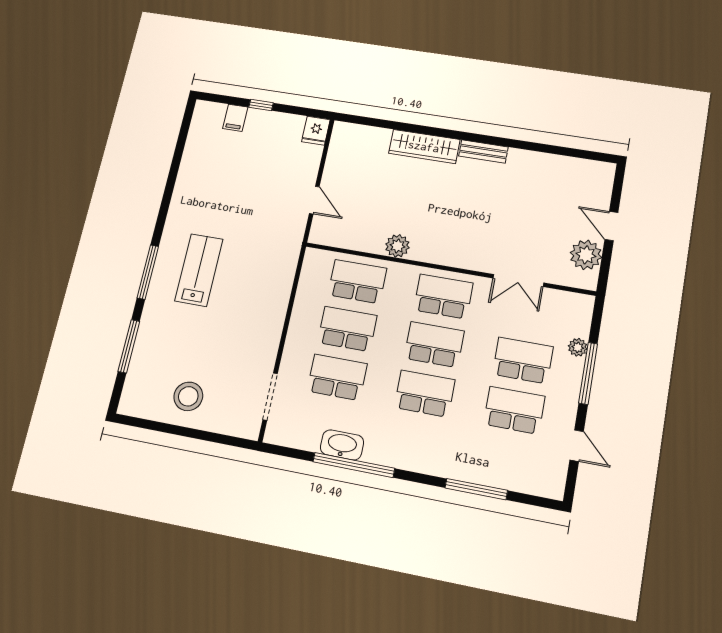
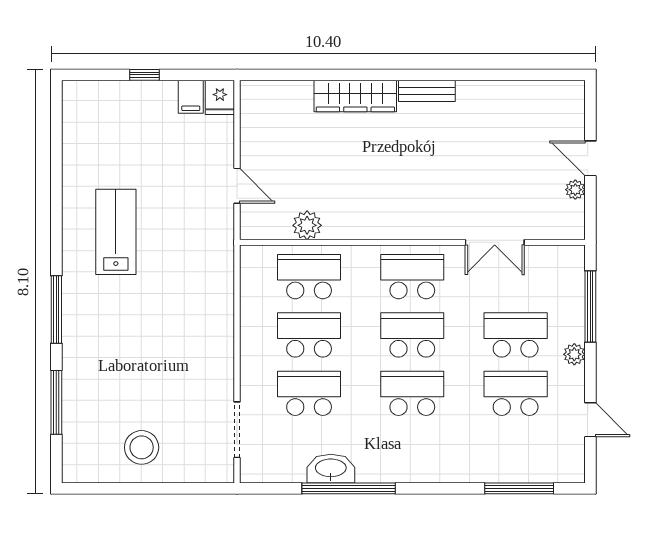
filing cabinet: (235, 118) -> (191, 97), moved
plant: (397, 246) -> (307, 225), moved
plant: (586, 255) -> (575, 190), width x0.53, depth x0.53
lab bench: (199, 270) -> (116, 232), moved
plant: (578, 347) -> (574, 354), moved
window: (588, 373) -> (590, 306), moved
window: (476, 489) -> (519, 488), moved

